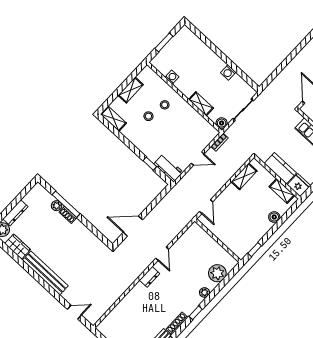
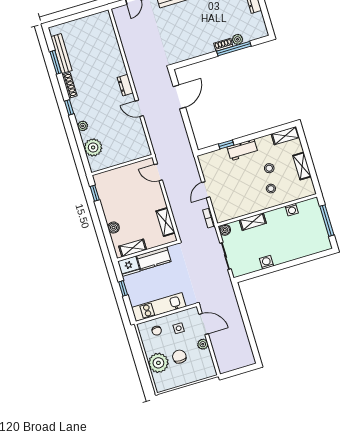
window: (164, 42) -> (327, 221), width x1.44
workbench: (168, 168) -> (242, 150), moved

